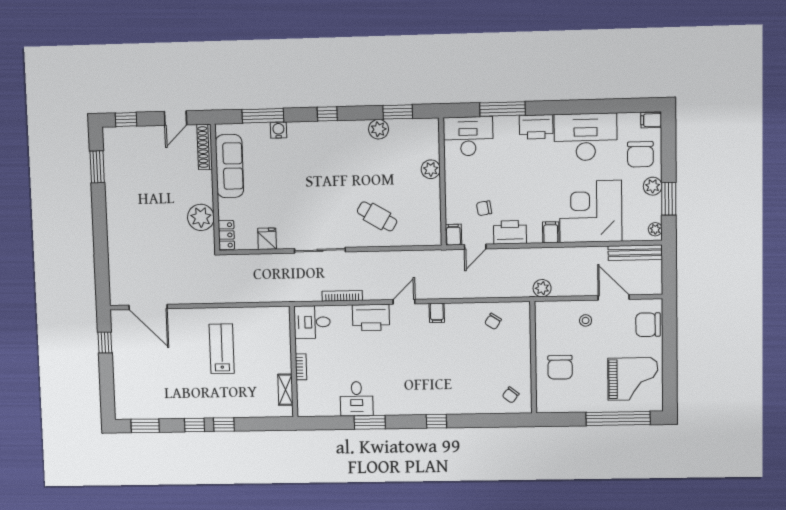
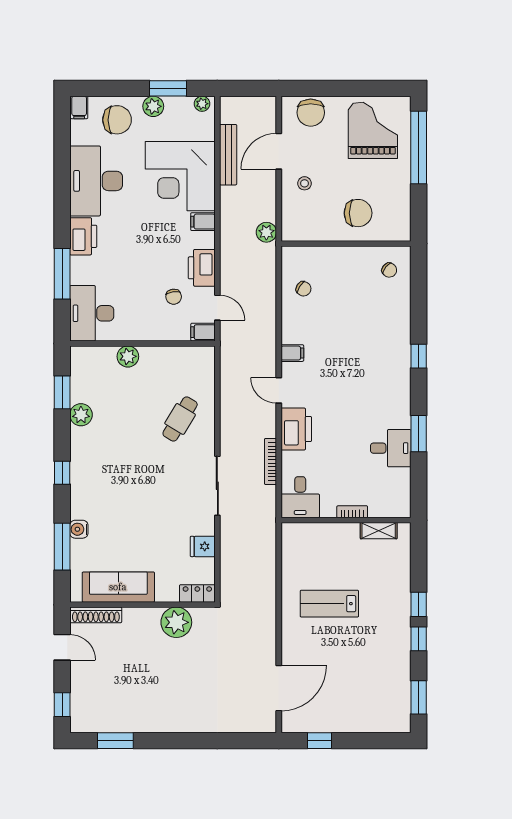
bench: (635, 253) -> (228, 155), moved

